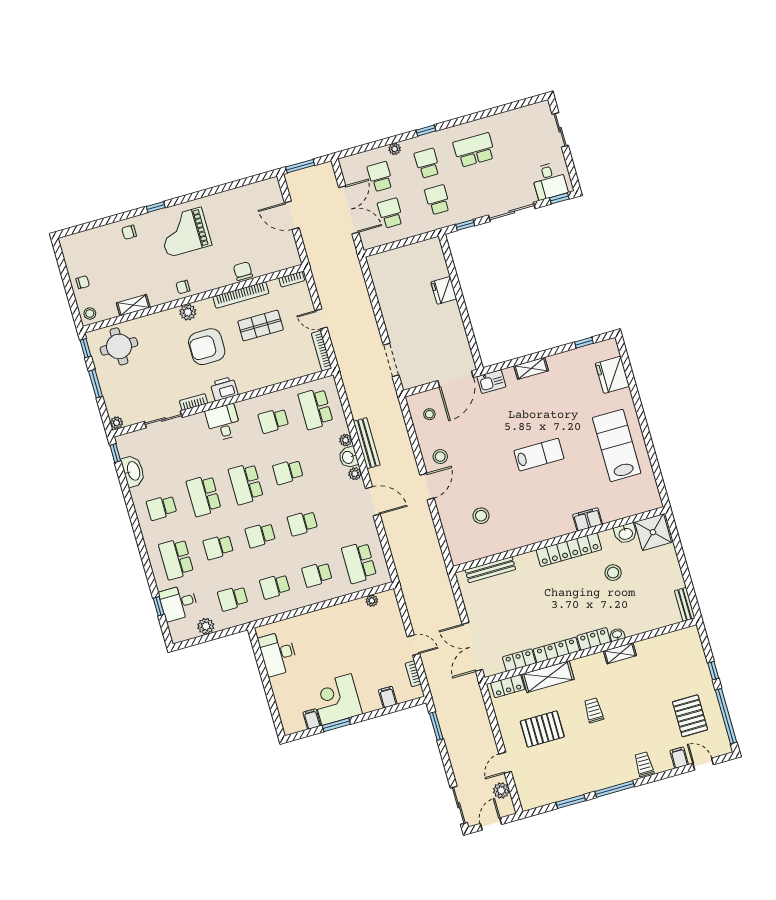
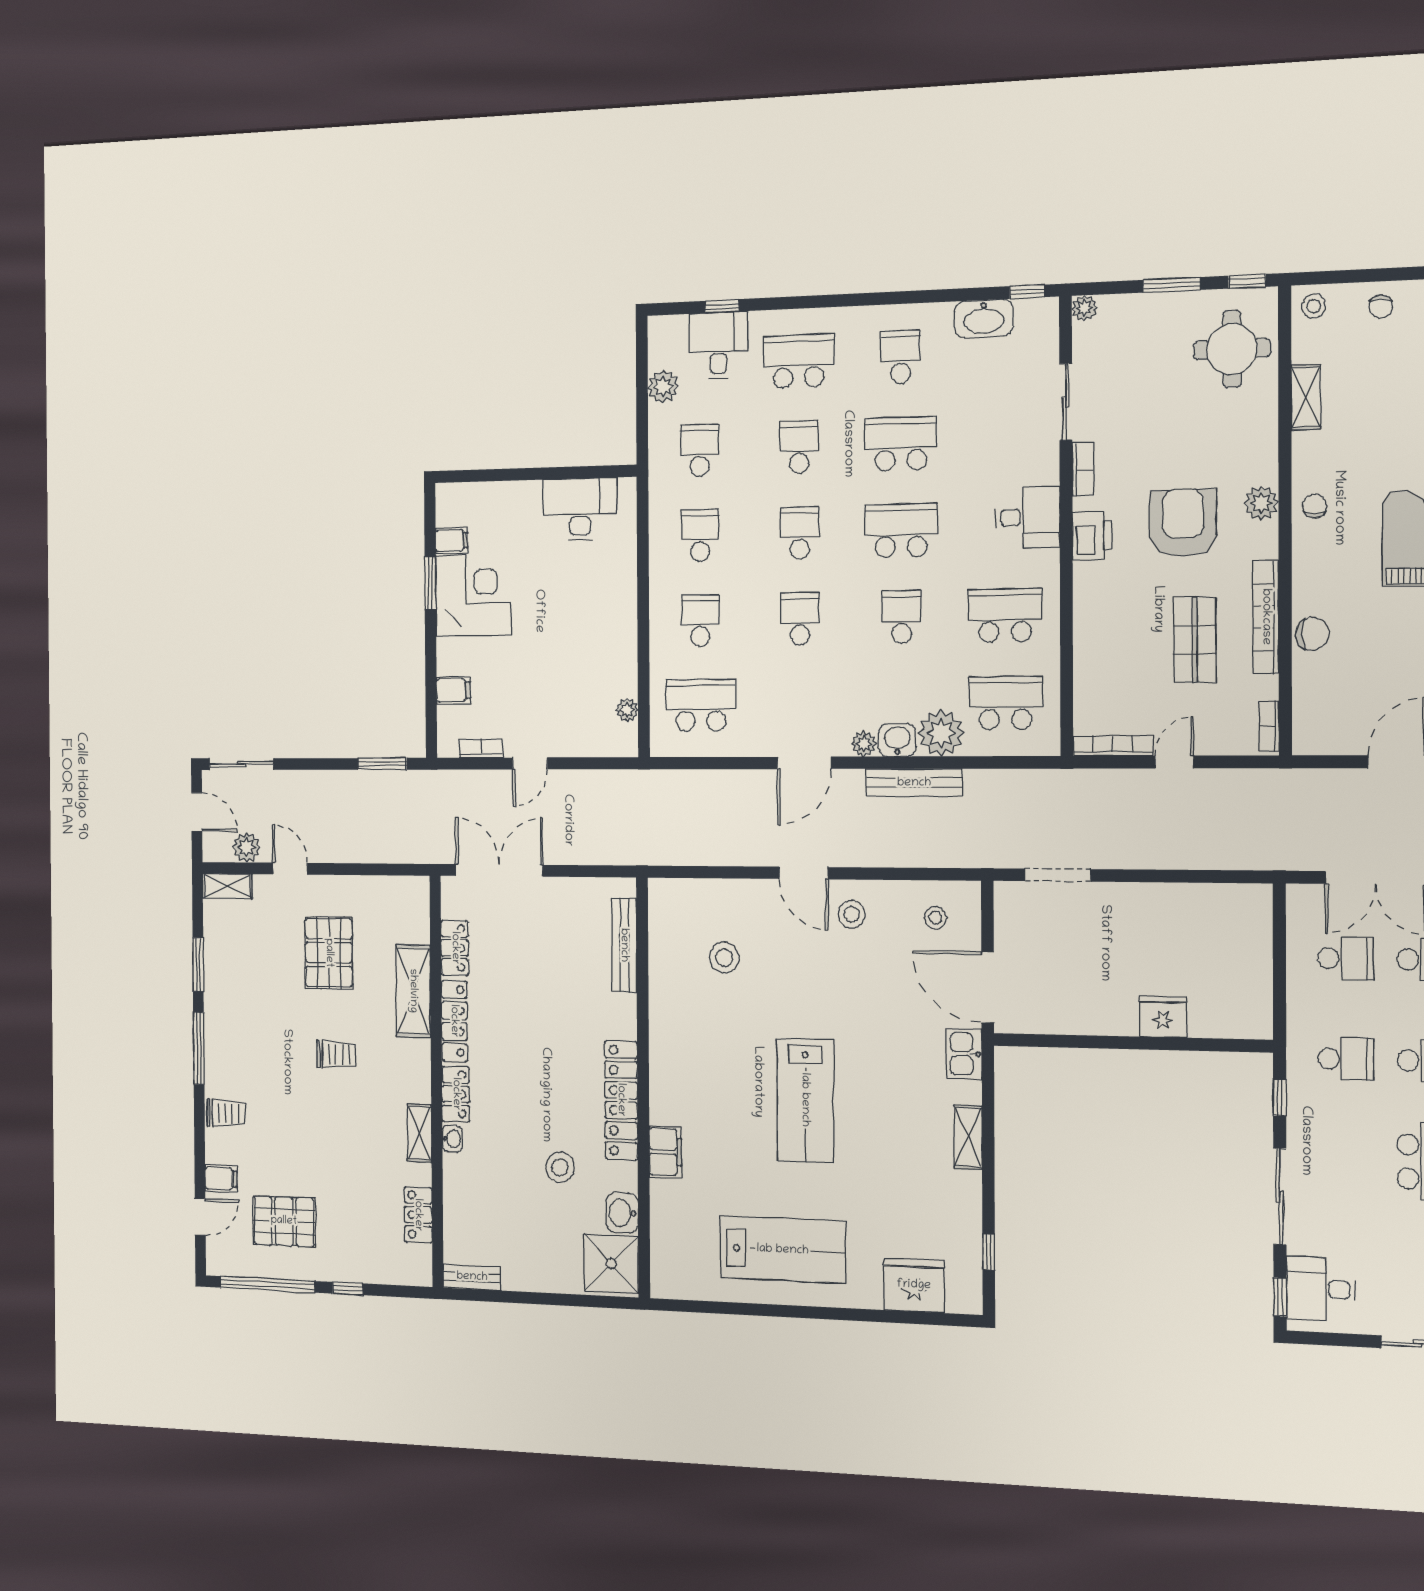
school desk: (273, 421) -> (1005, 615), width x1.85
plant: (346, 440) -> (941, 733), width x1.88, depth x1.88
lab bench: (539, 455) -> (805, 1100), width x1.36, depth x1.39
locker: (508, 686) -> (418, 1215), moved
shelving: (525, 796) -> (227, 886), added

